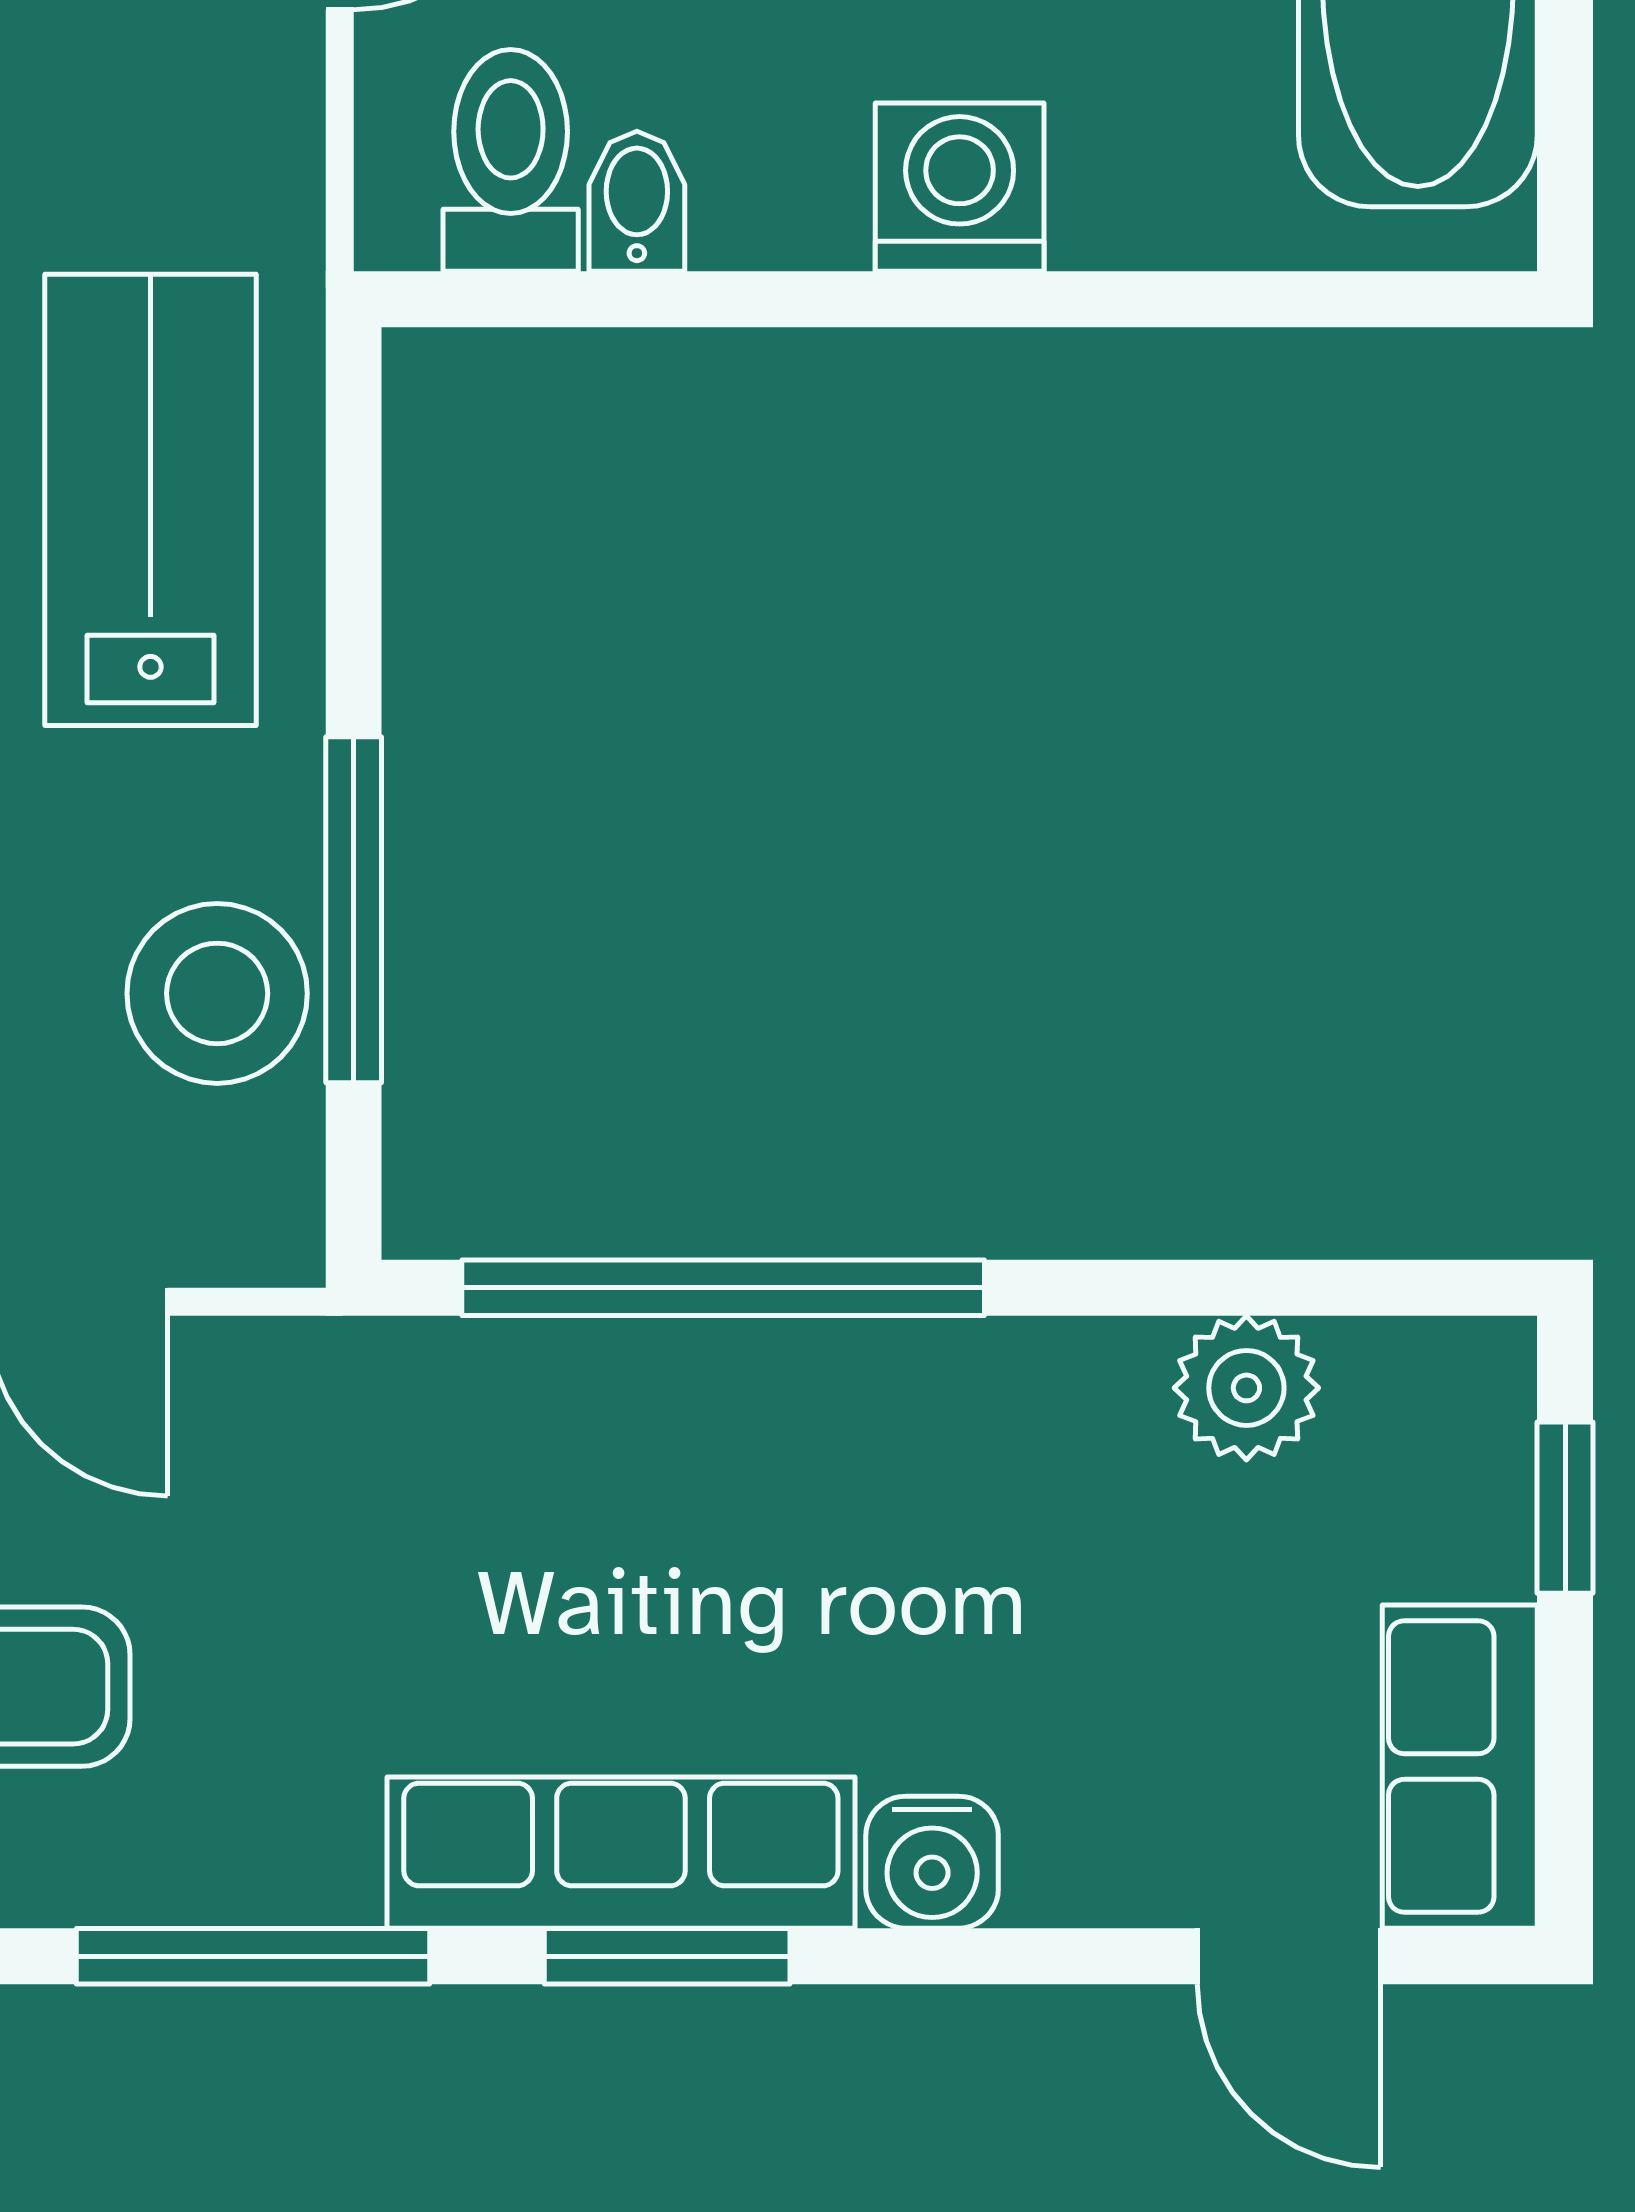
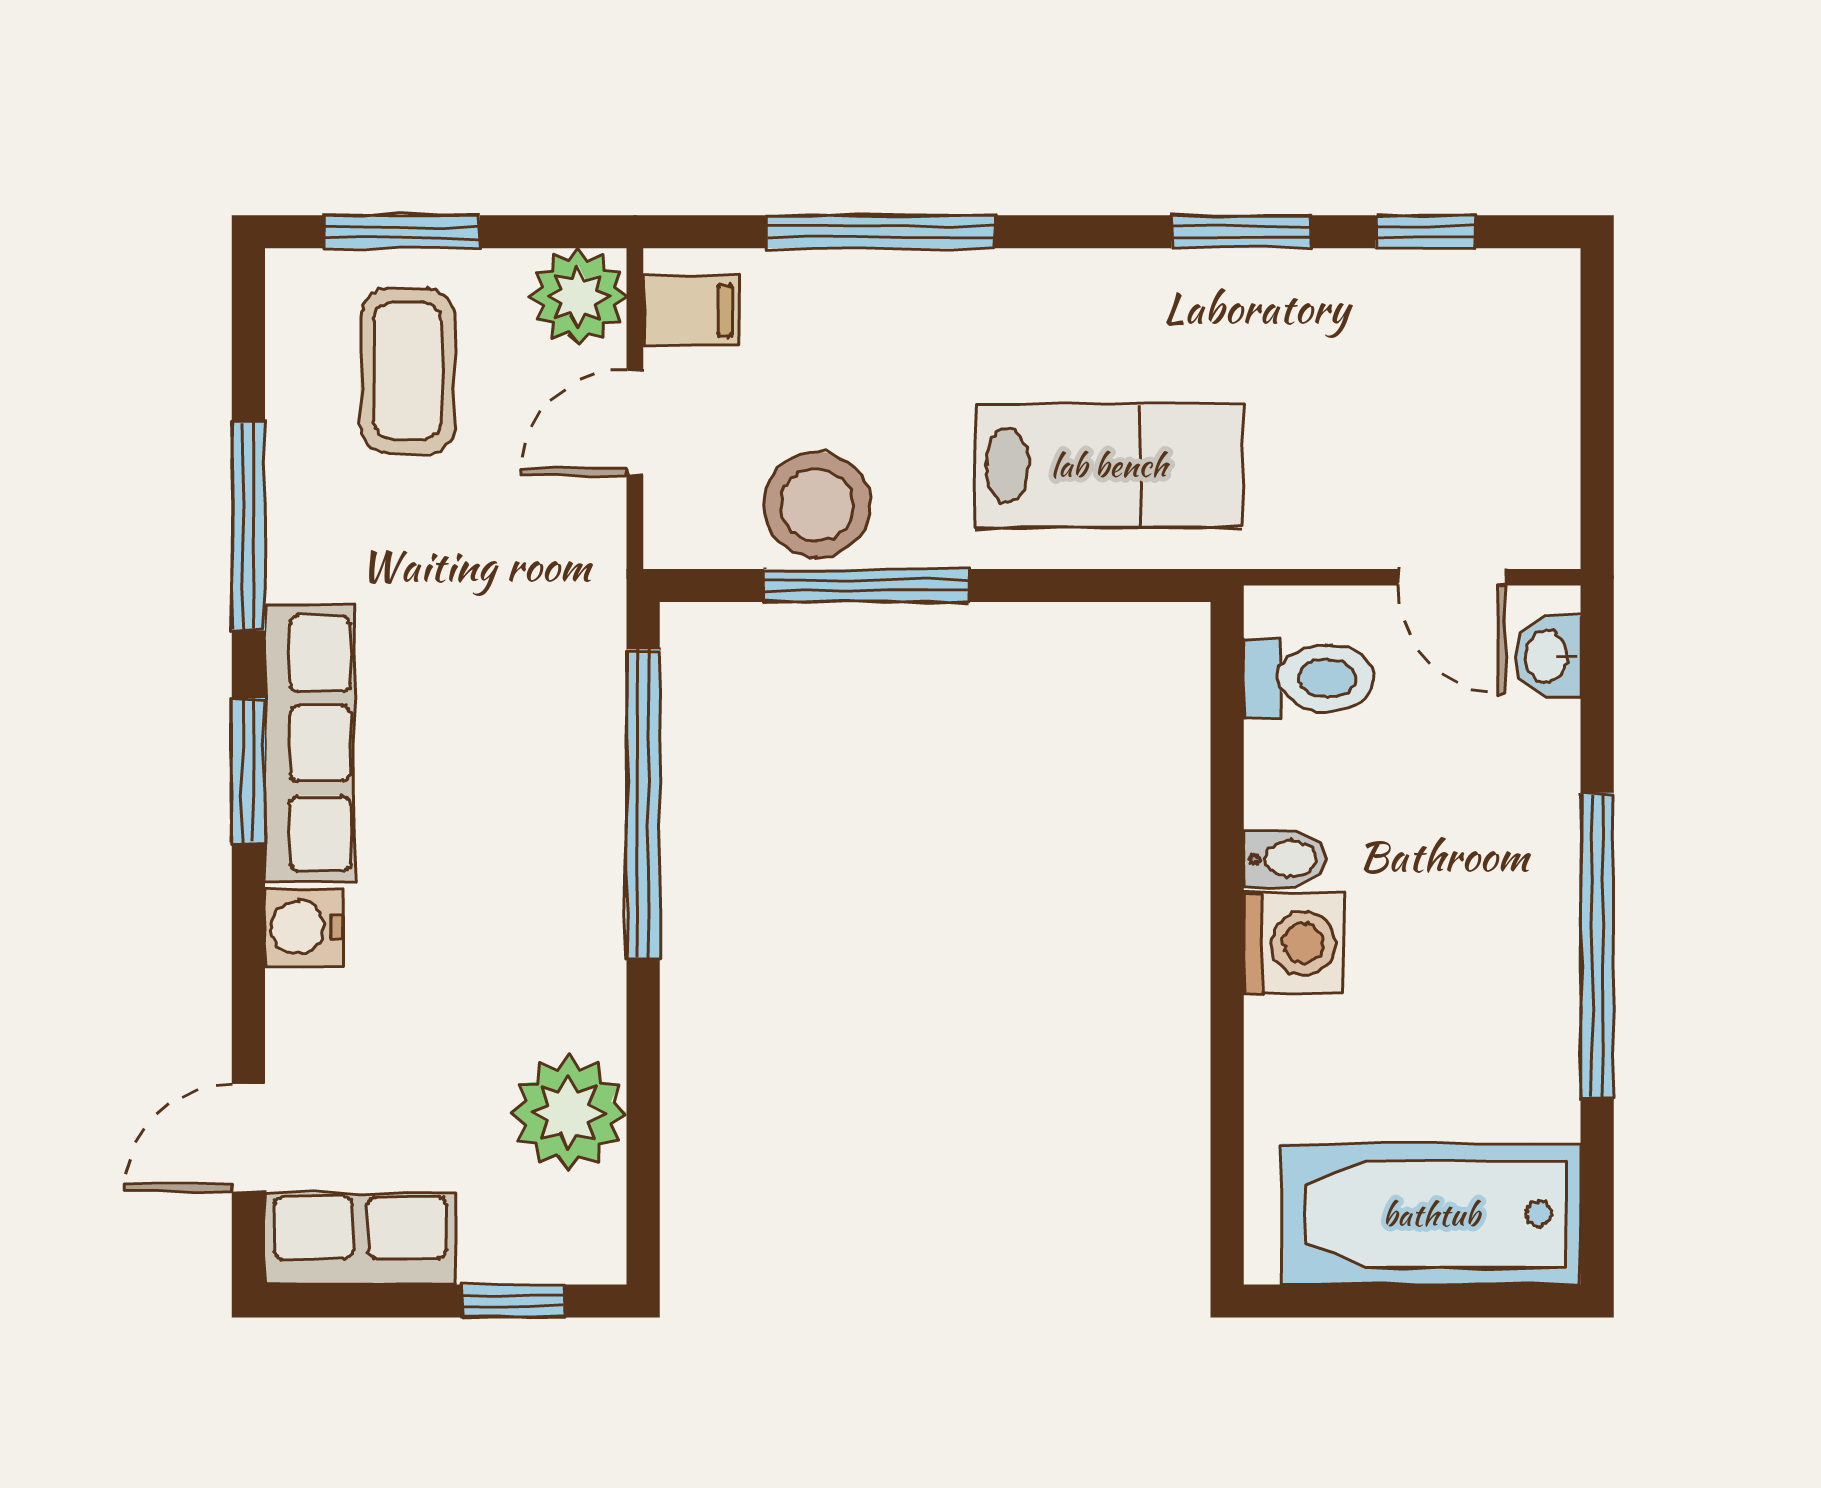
bidet: (637, 201) -> (1285, 859), moved
plant: (1246, 1388) -> (568, 1113), width x1.36, depth x1.36

